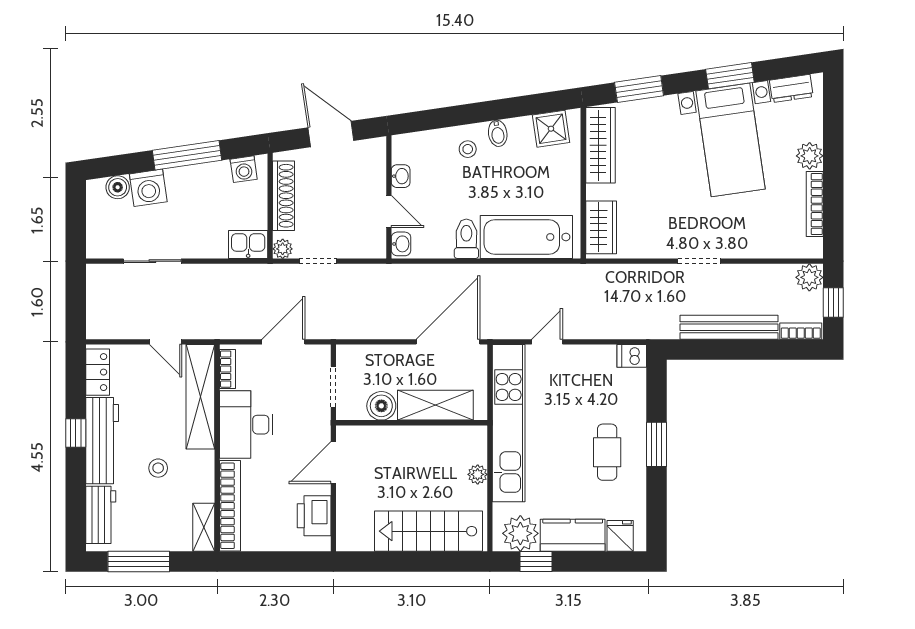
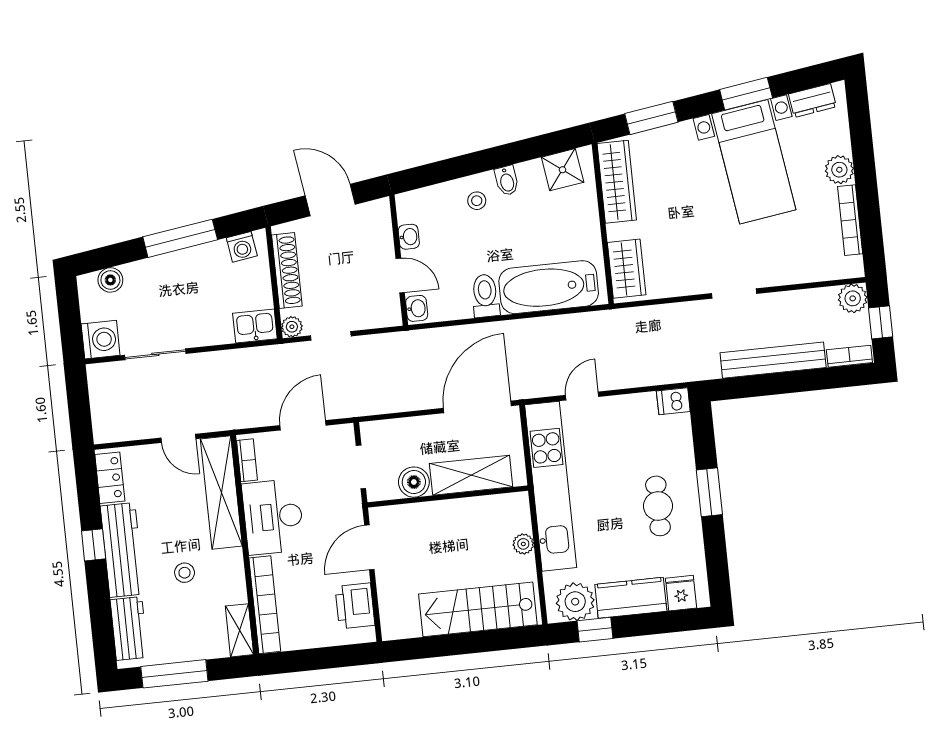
washing machine: (148, 188) -> (101, 340), moved, turned -82

